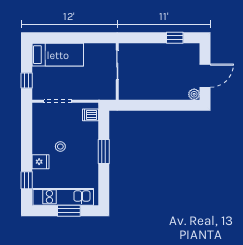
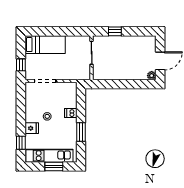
window: (175, 38) -> (115, 31), moved
dishwasher: (90, 115) -> (71, 113), moved
window: (104, 152) -> (81, 132), moved

